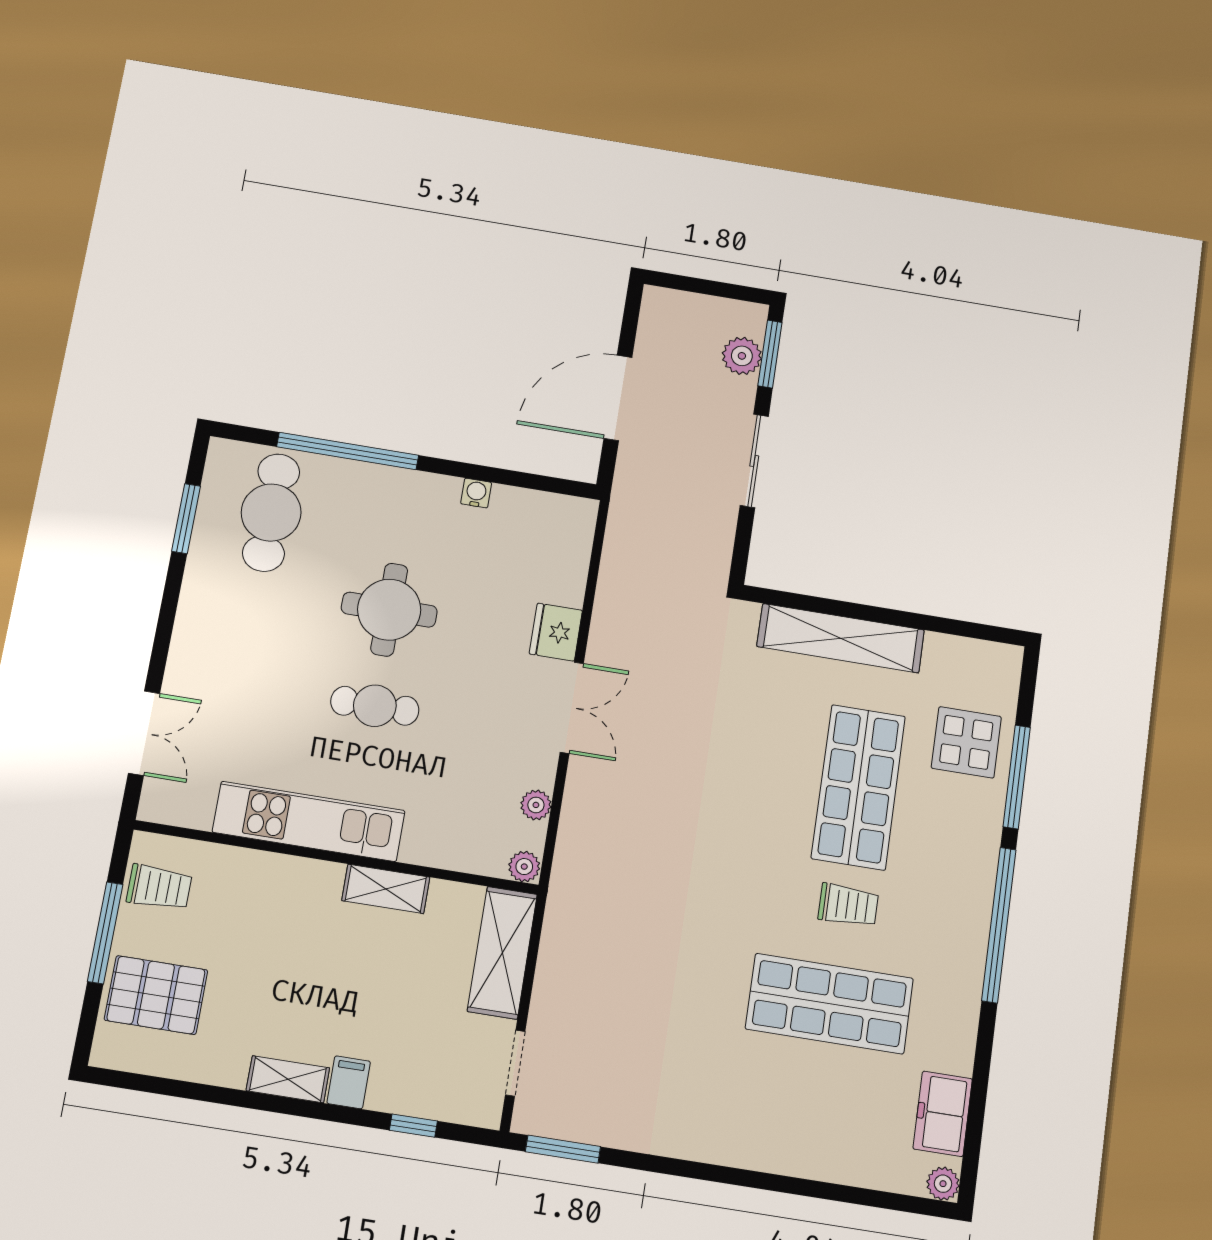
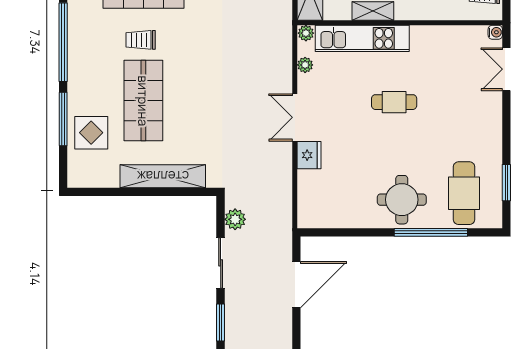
plant: (742, 356) -> (235, 219), moved
water cooler: (476, 493) -> (495, 32), moved, turned -90
round table: (389, 610) -> (402, 200), moved
kitchen unit: (309, 821) -> (362, 38), moved

